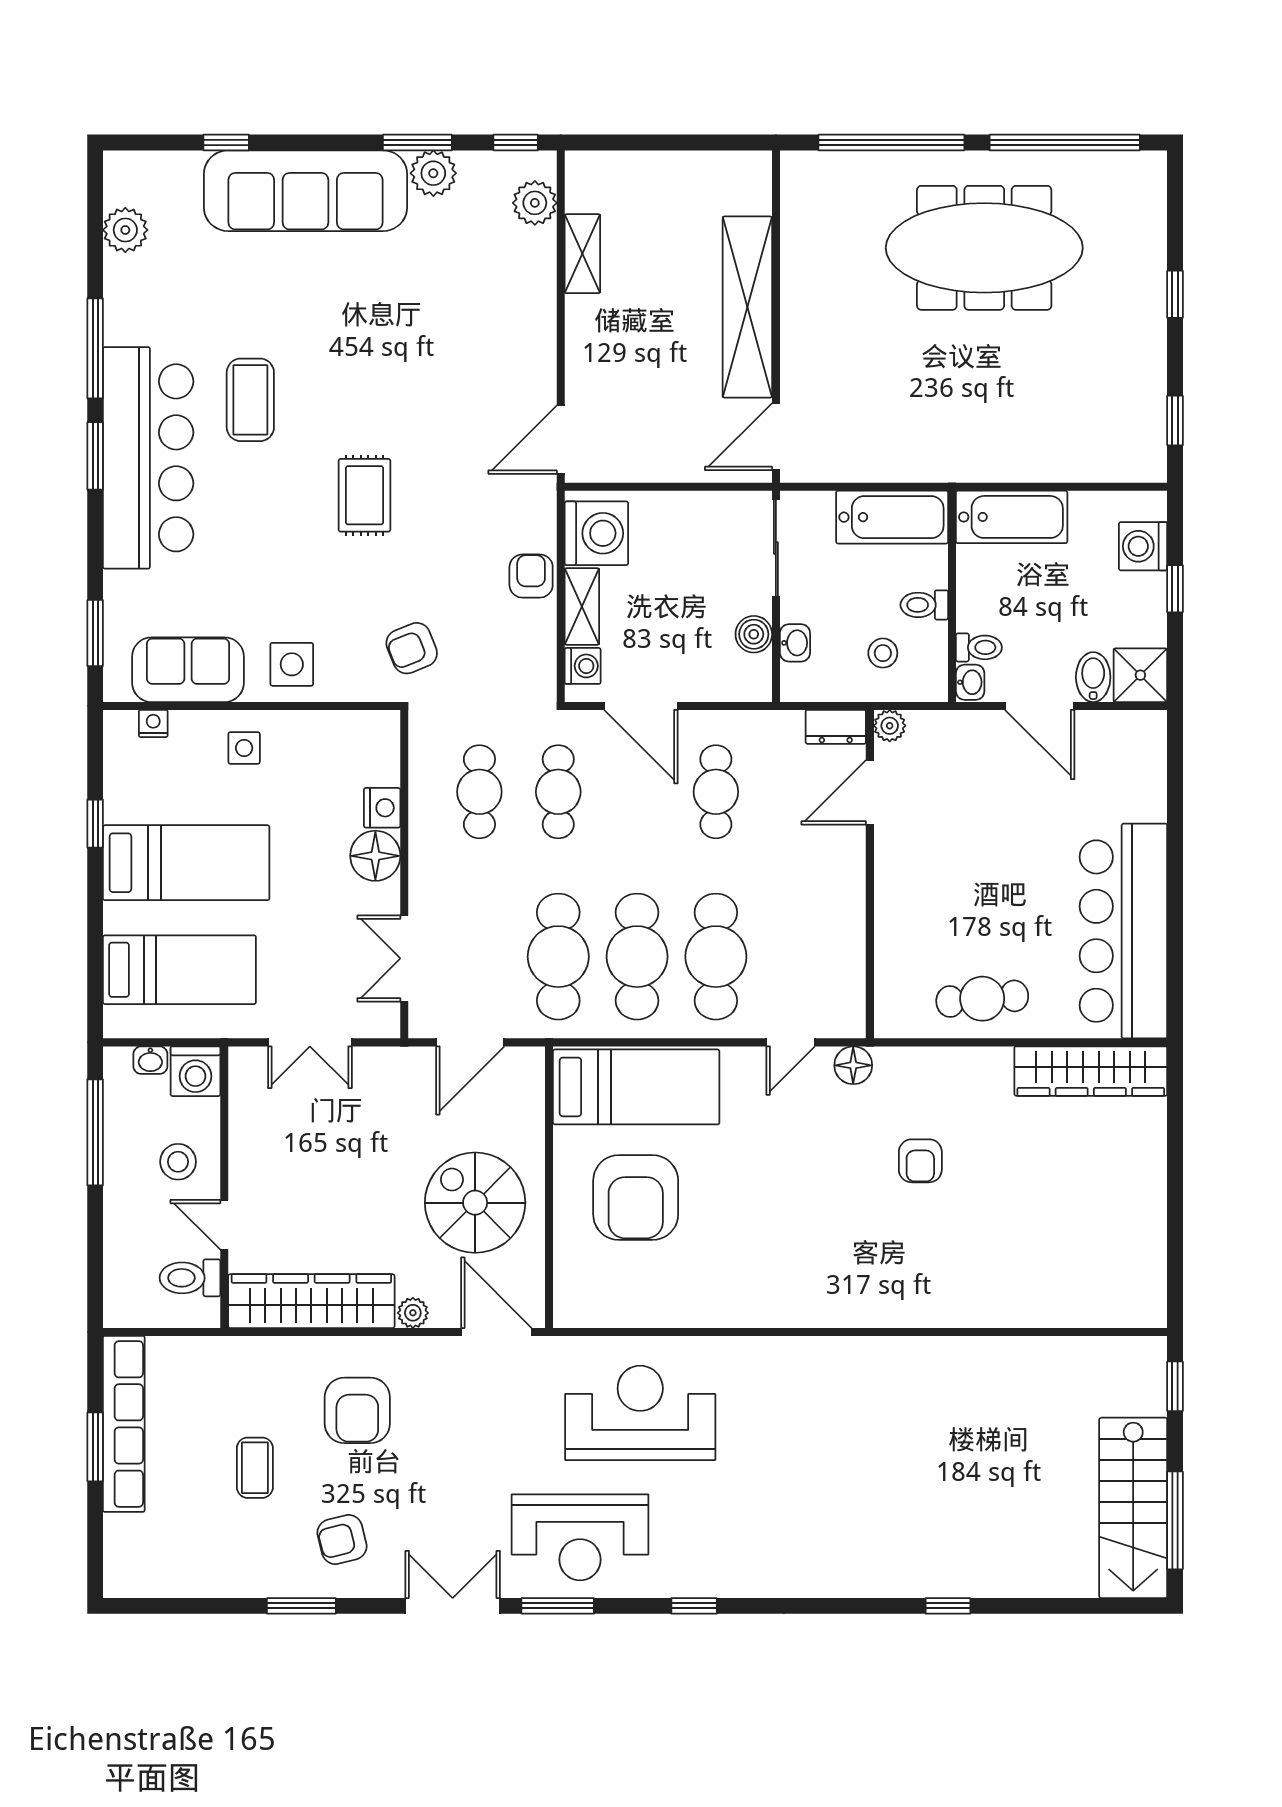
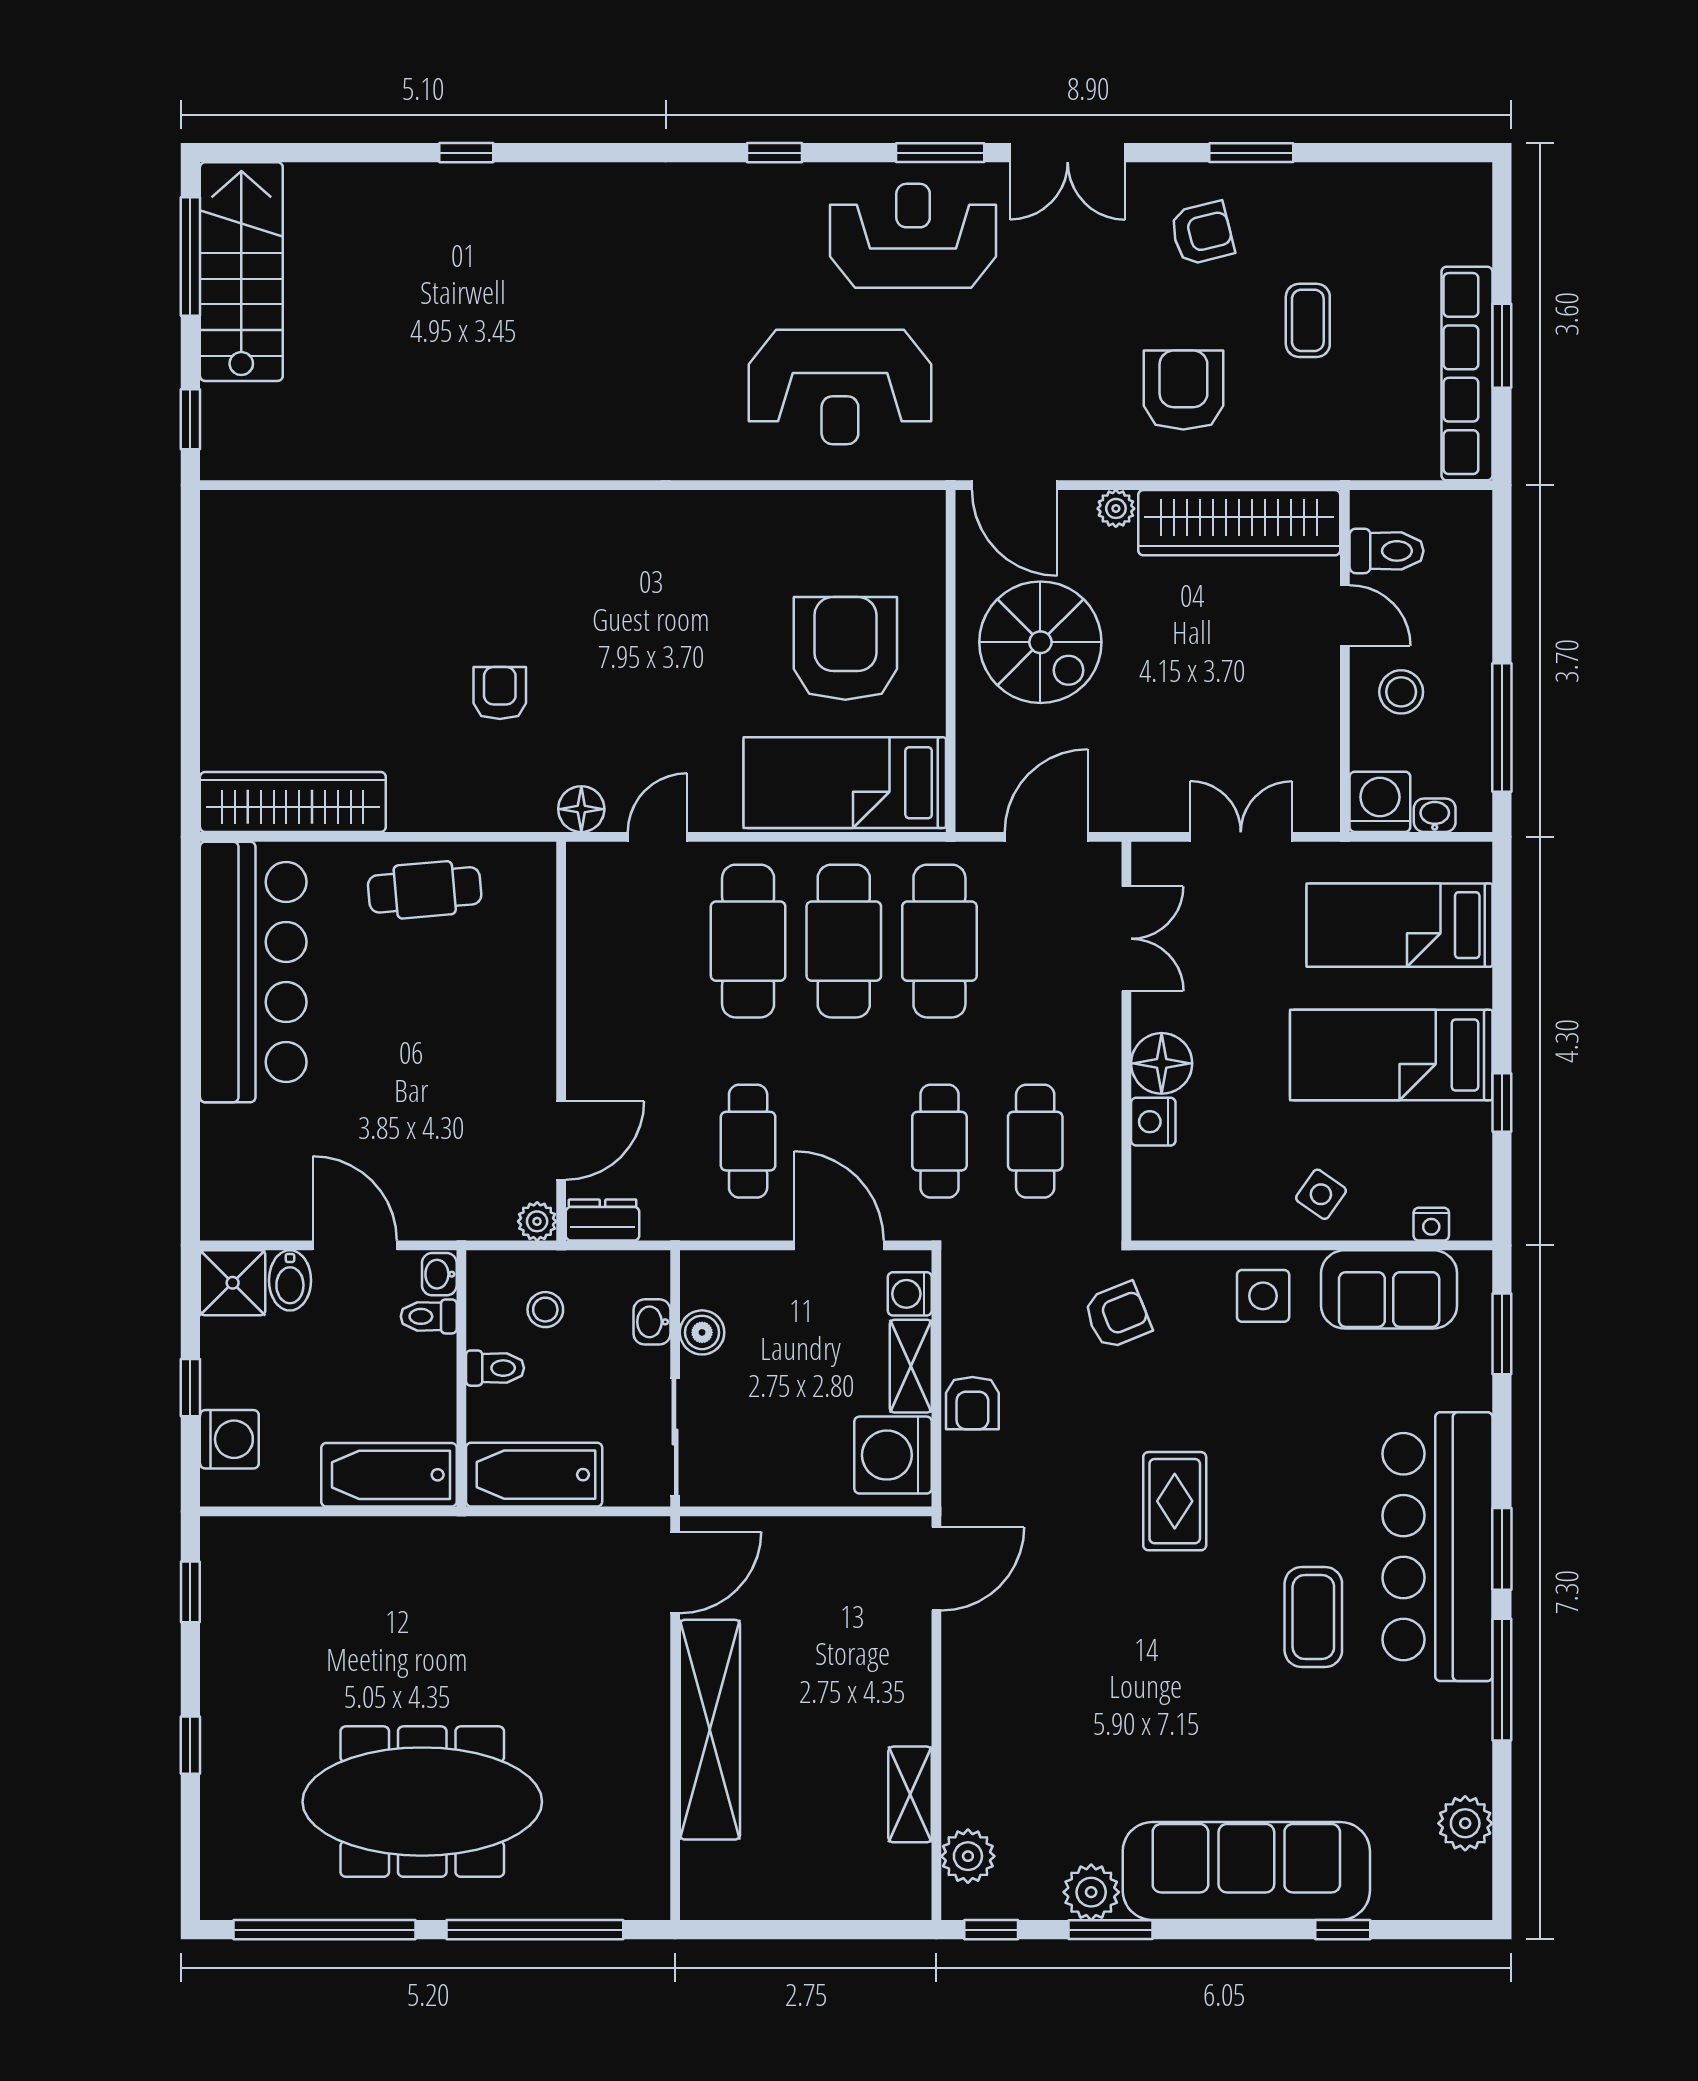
side table: (244, 748) -> (1321, 1194), turned 35

